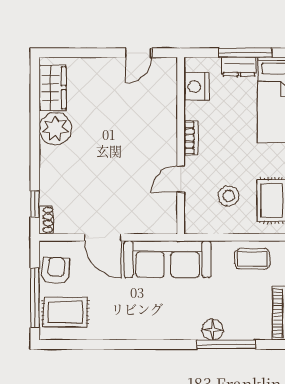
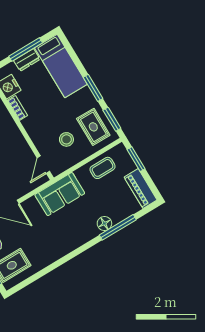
bookcase: (191, 138) -> (17, 108), moved
door: (181, 179) -> (43, 165), moved
sofa: (168, 259) -> (60, 194), width x0.73

